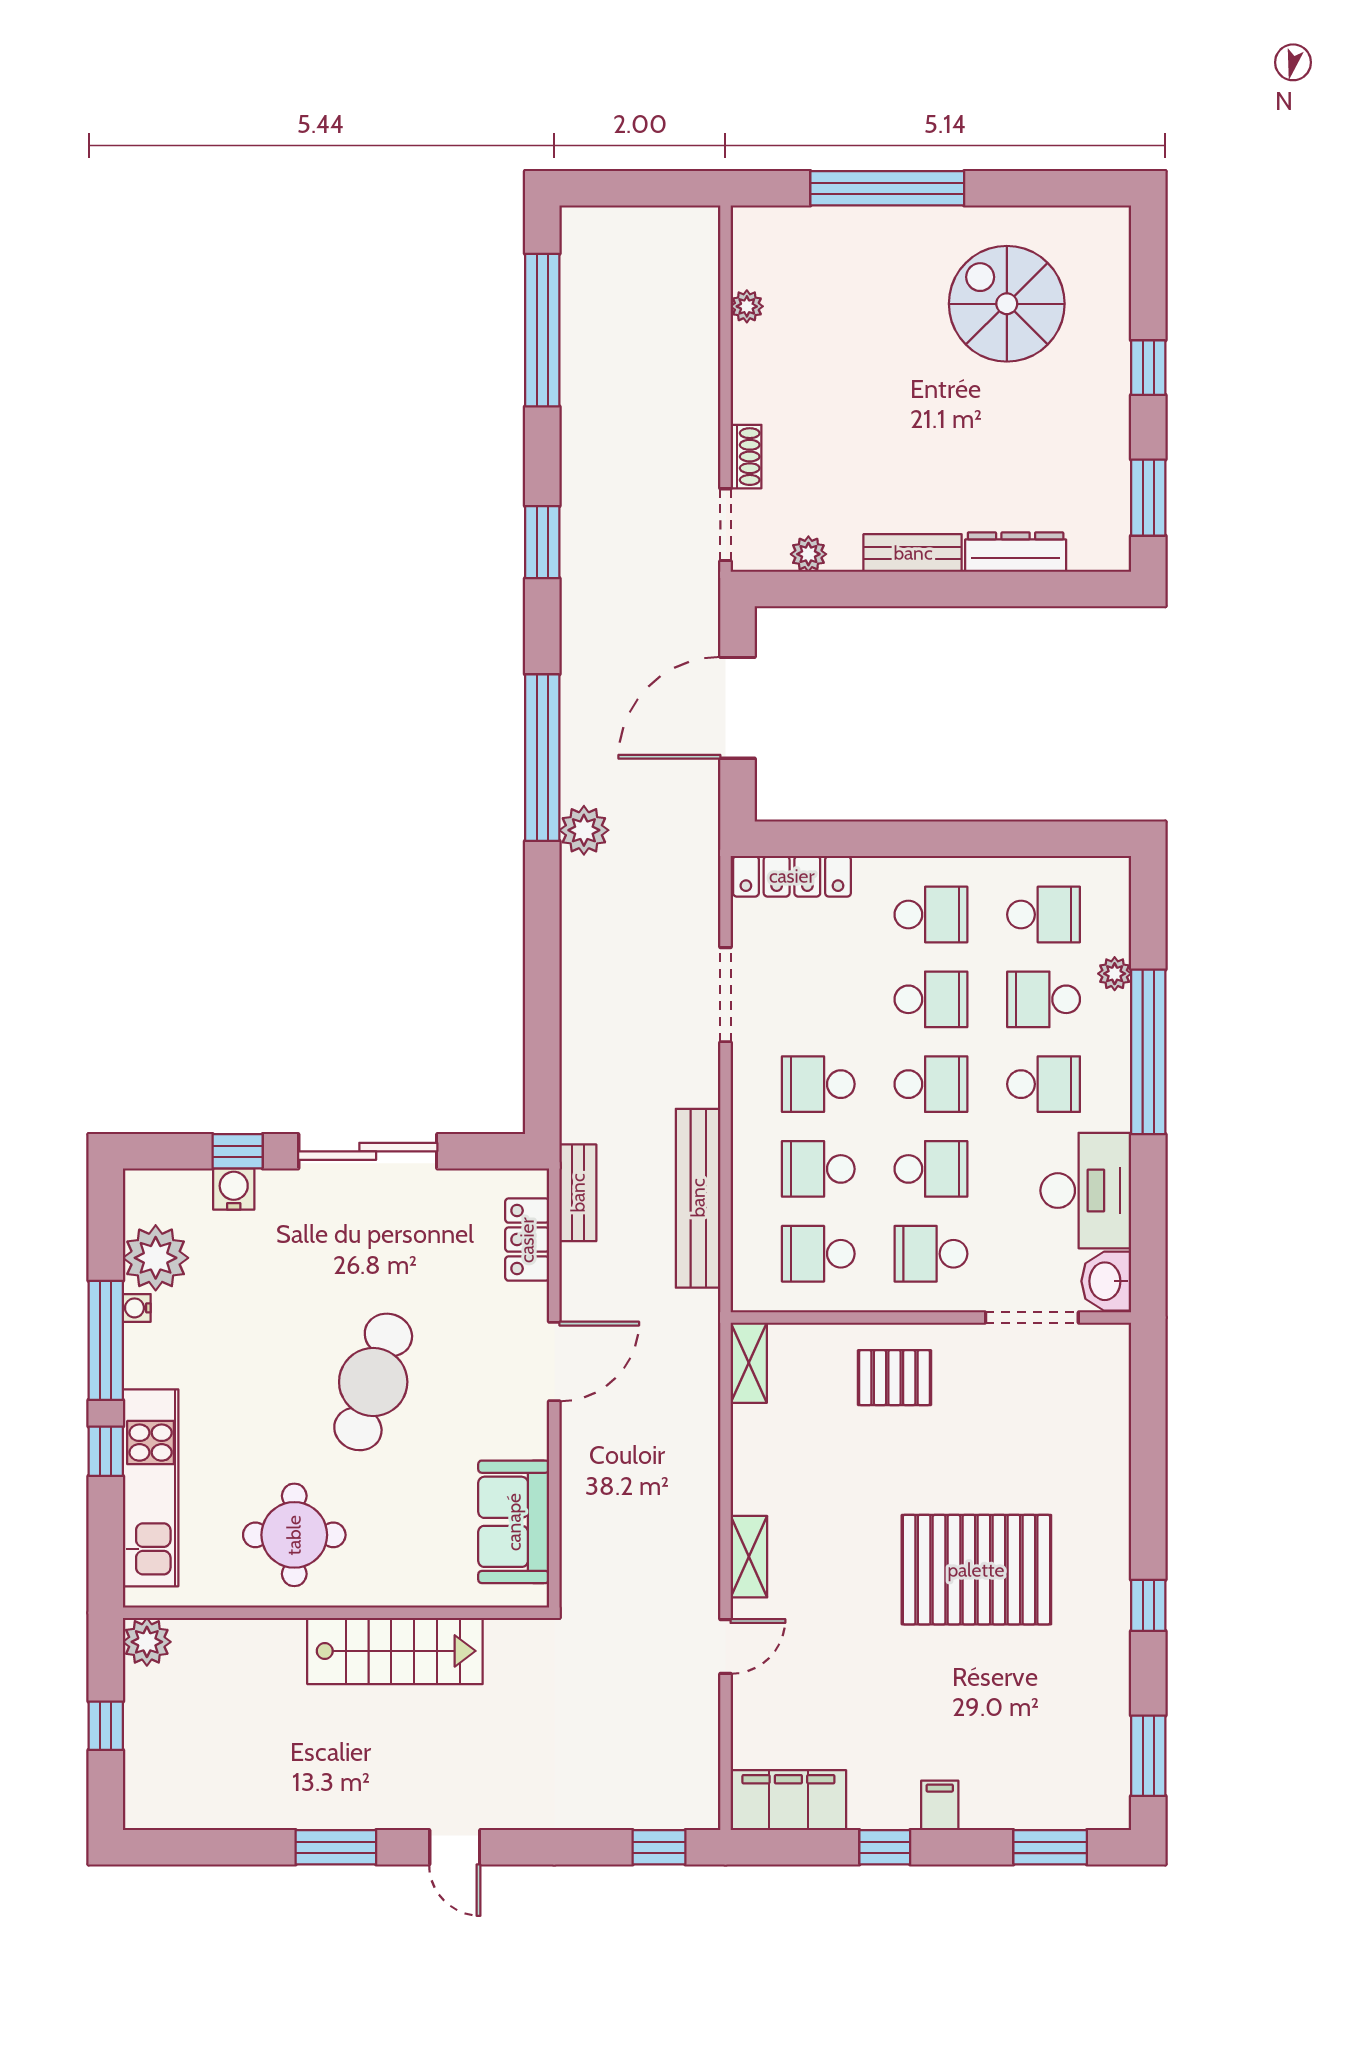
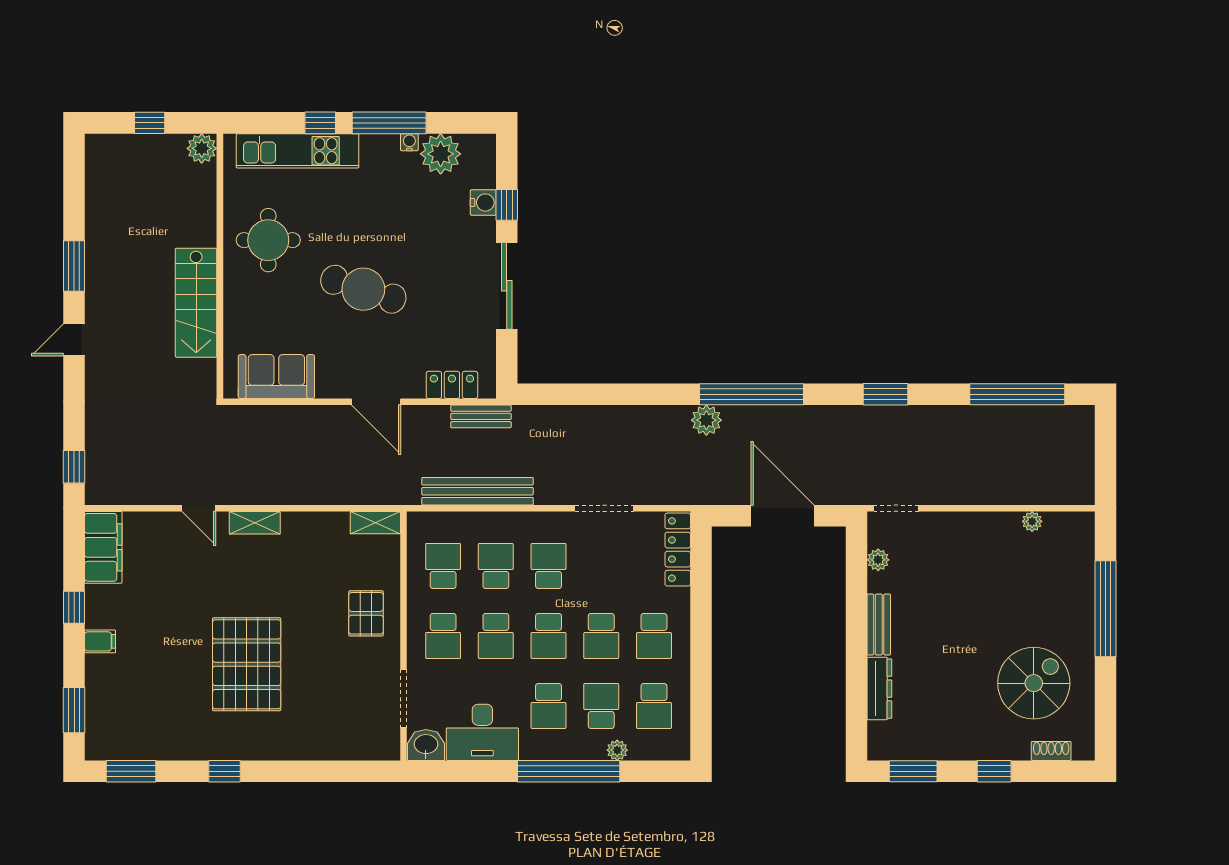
shoe rack: (746, 457) -> (1051, 751), moved, turned 180
school desk: (931, 1254) -> (443, 636), turned 180

